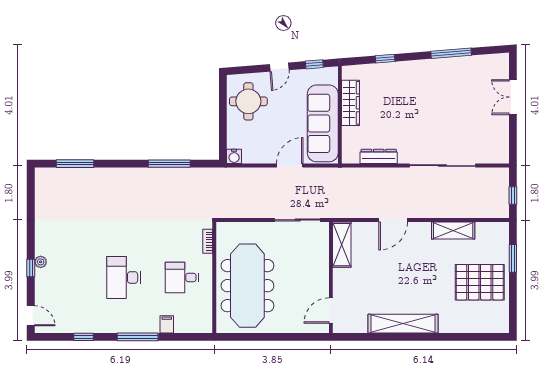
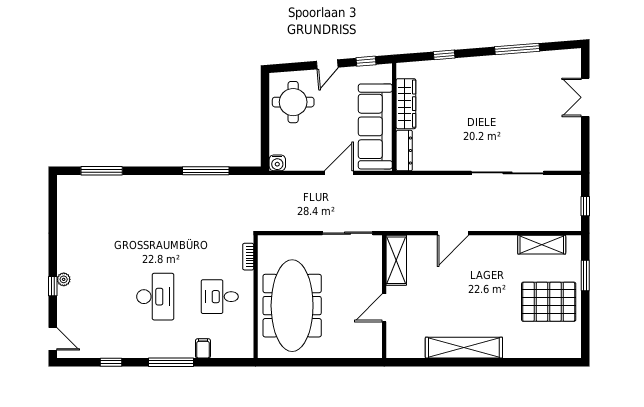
dresser: (379, 156) -> (404, 151), moved, turned 90
shelving: (453, 230) -> (542, 245), moved
desk: (124, 277) -> (155, 297), turned 180
door: (331, 311) -> (384, 308), moved

